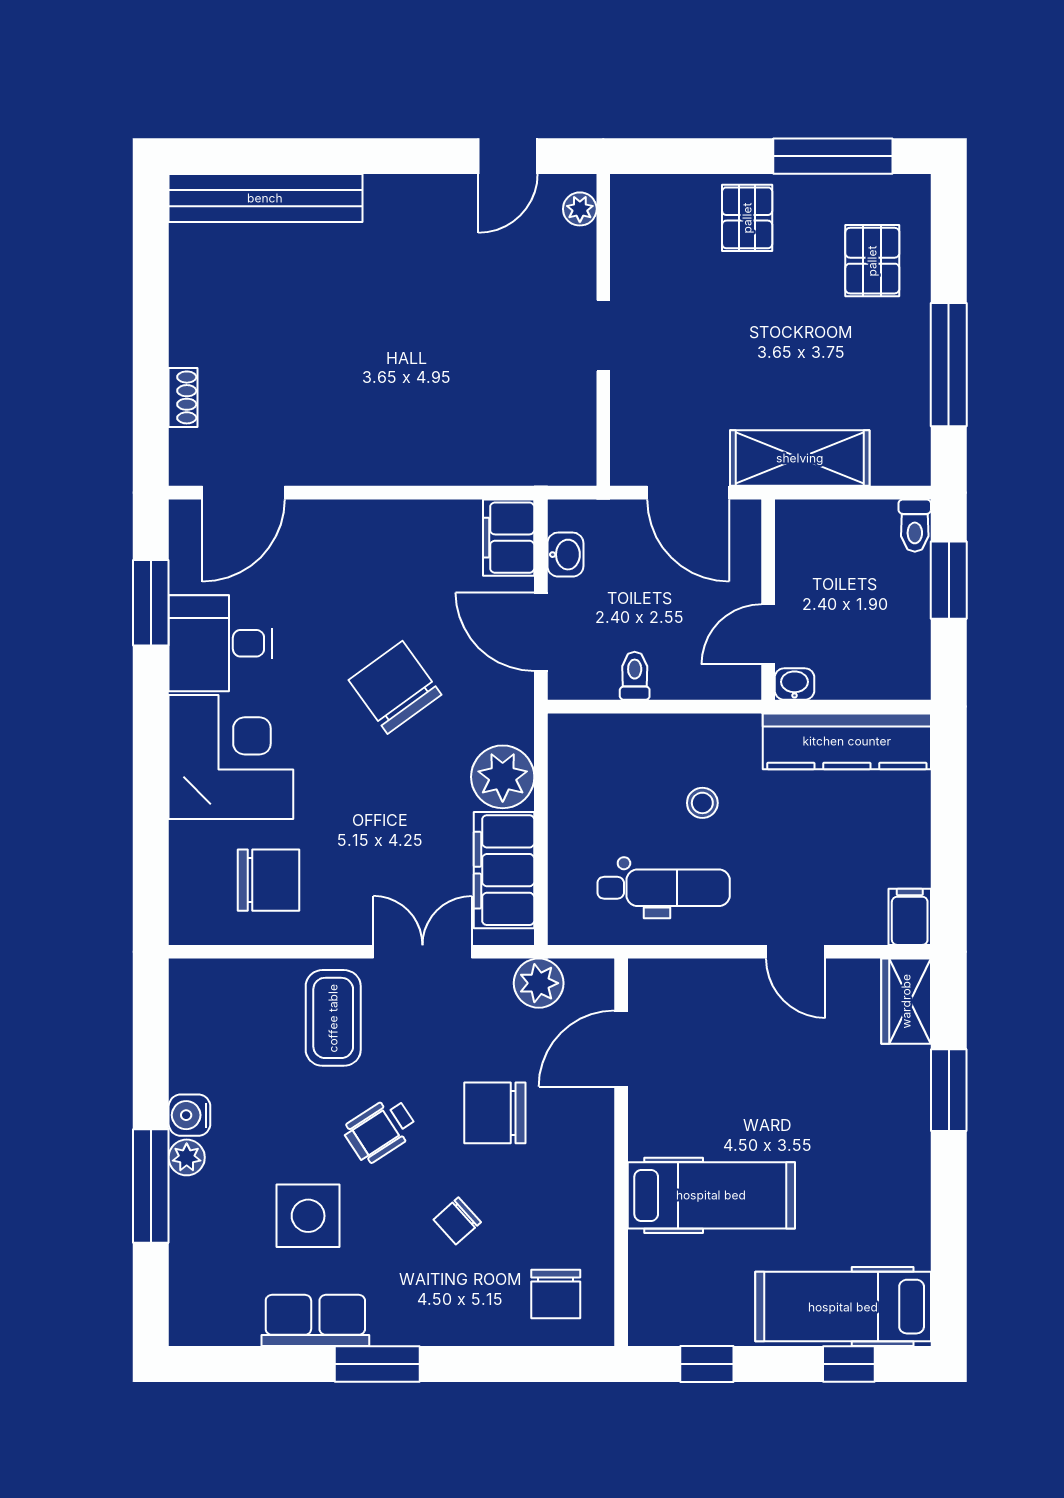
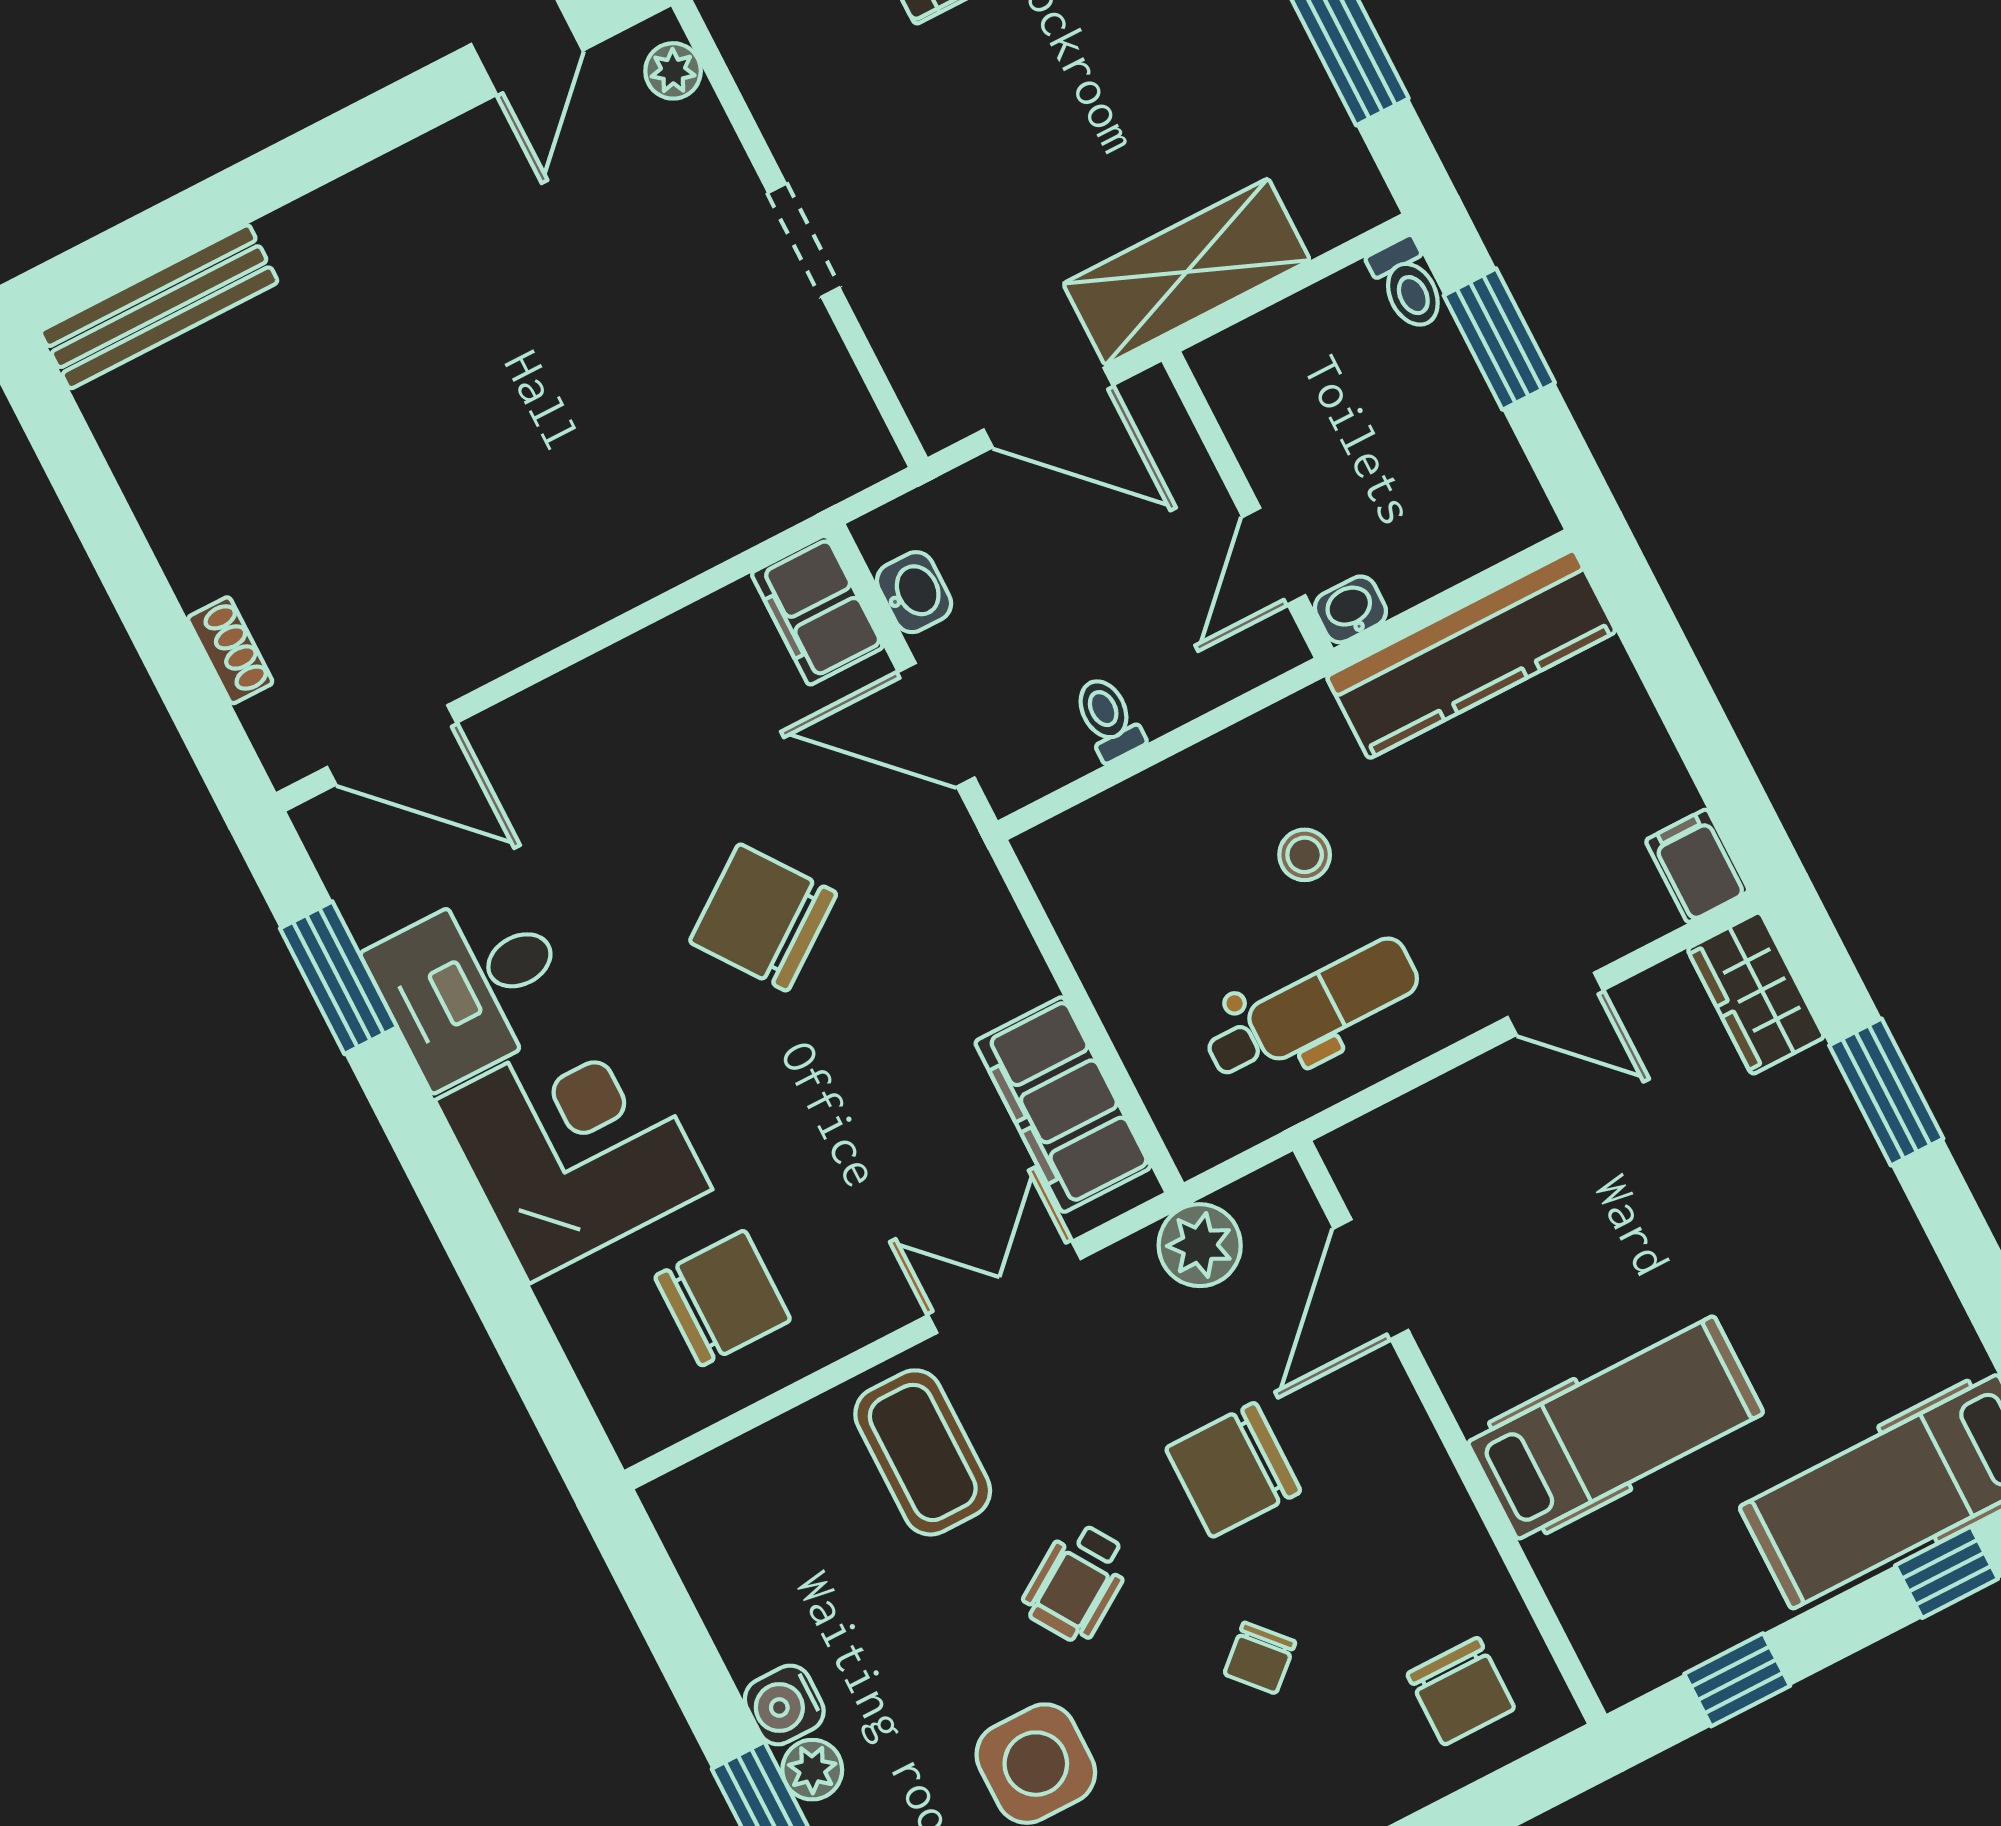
bench: (265, 198) -> (159, 307), width x0.73, depth x0.82
door: (244, 493) -> (392, 745), hinge flipped
plant: (503, 777) -> (990, 968), removed

